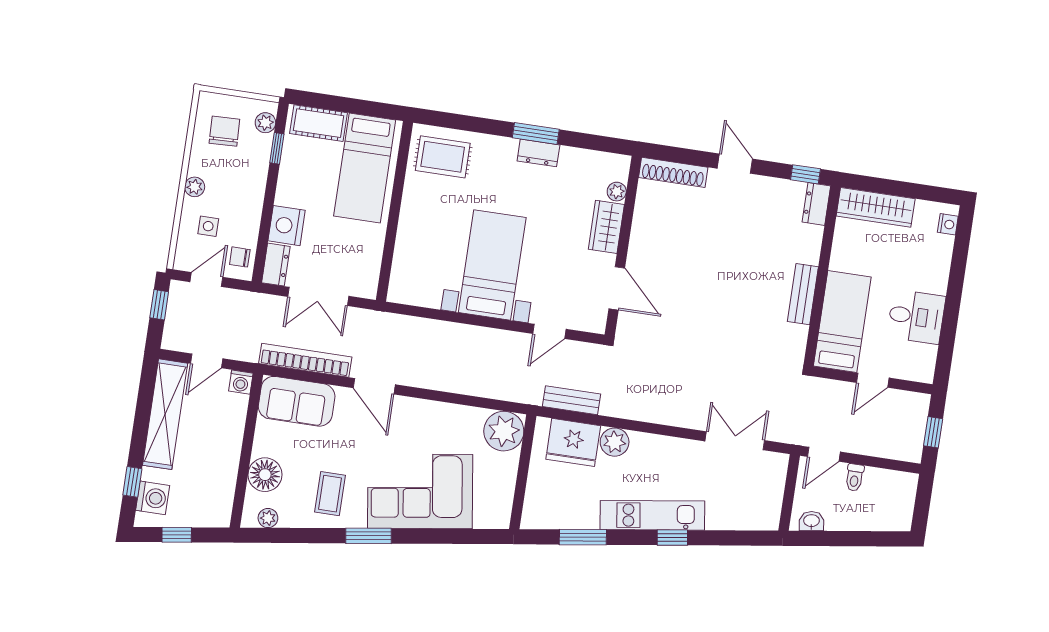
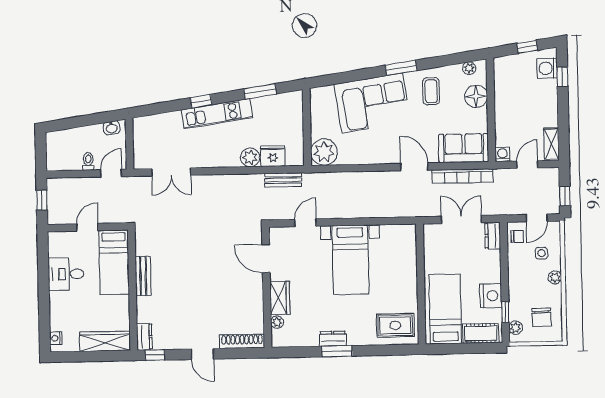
nightstand: (287, 226) -> (491, 296), moved
shelving: (165, 414) -> (551, 144), width x0.45, depth x0.75
fridge: (573, 442) -> (273, 156), width x0.73, depth x0.75

